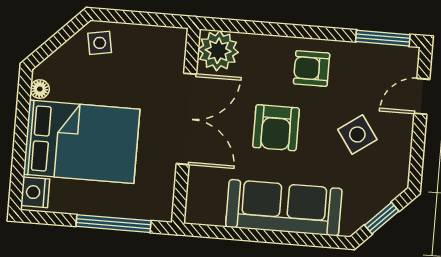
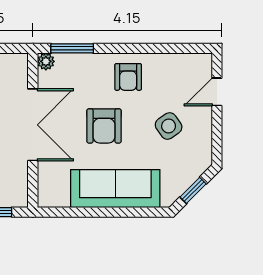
window: (383, 38) -> (72, 48), moved
plant: (218, 51) -> (46, 61), width x0.53, depth x0.53
armchair: (312, 68) -> (128, 77), turned -90

